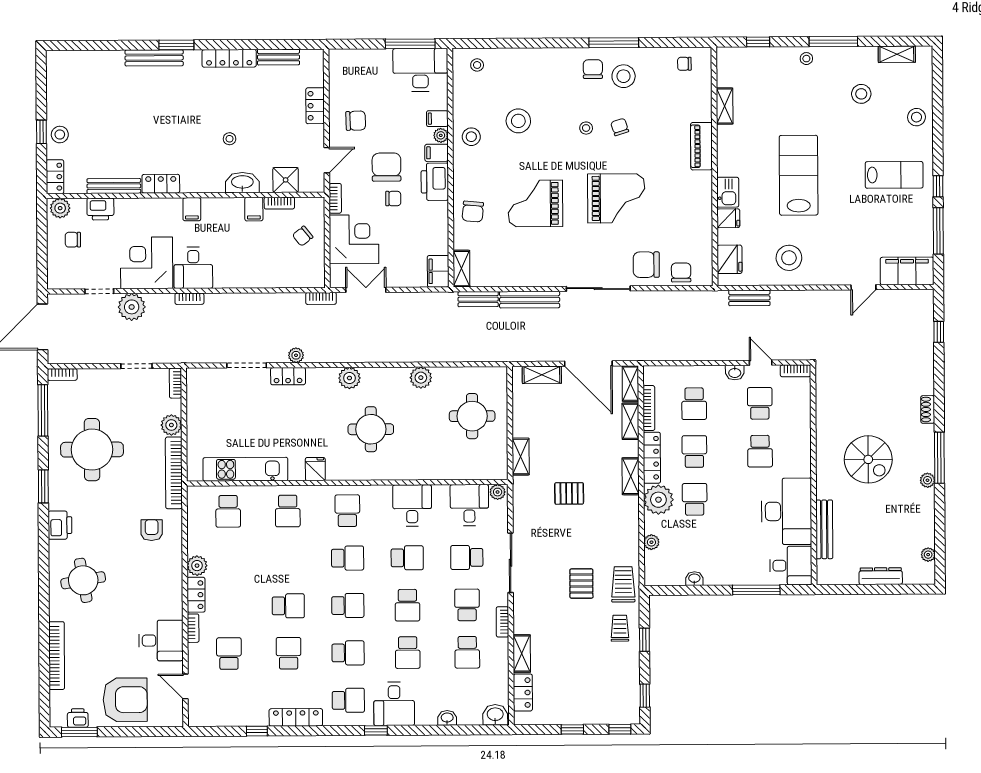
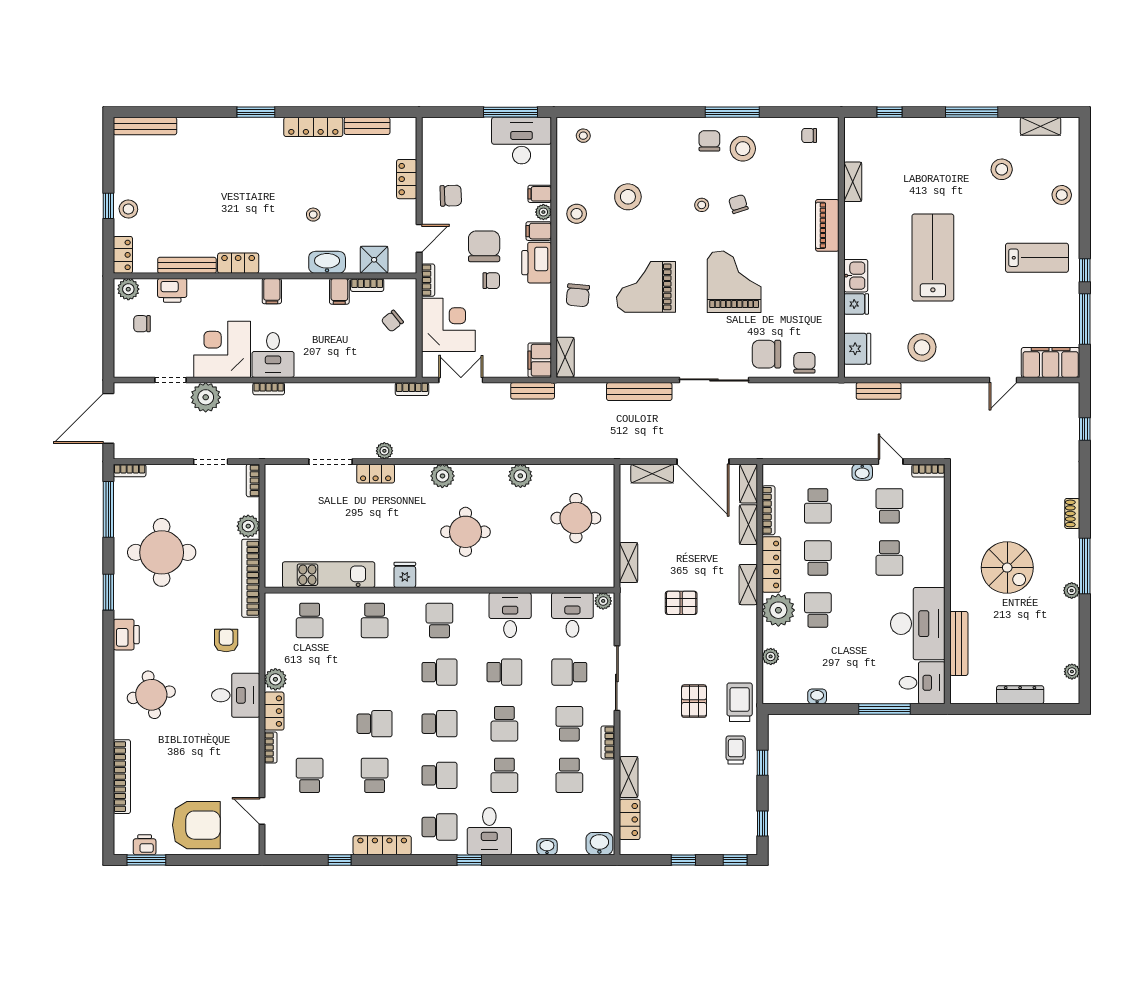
bench: (154, 58) -> (145, 126), moved
stool: (806, 59) -> (942, 130), removed
grand piano: (616, 198) -> (734, 282), turned -90
bench: (478, 299) -> (533, 391), moved
desk: (161, 640) -> (236, 695), moved

